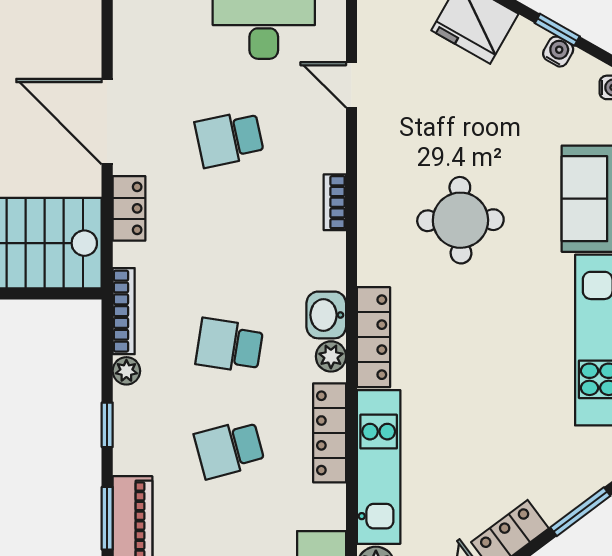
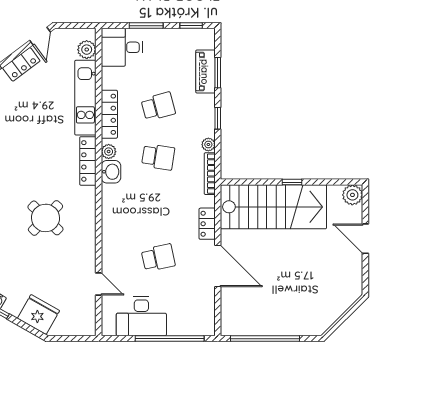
bookcase: (335, 202) -> (107, 227), removed
round table: (460, 220) -> (45, 218), turned 45

